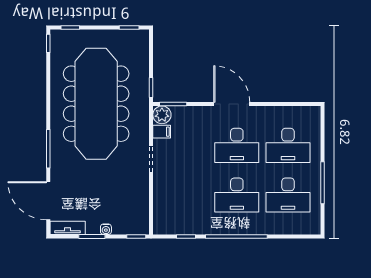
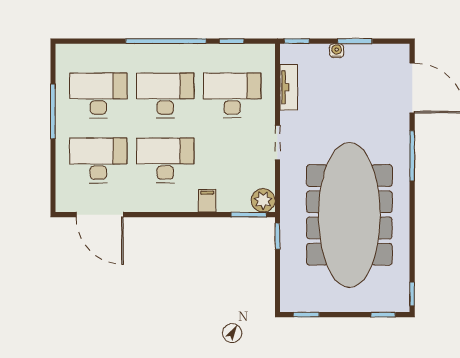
door: (232, 104) -> (100, 215), moved
filing cabinet: (162, 132) -> (207, 201), moved, turned 90
desk: (186, 195) -> (232, 95), added
tv unit: (68, 228) -> (289, 87), moved, turned -90

